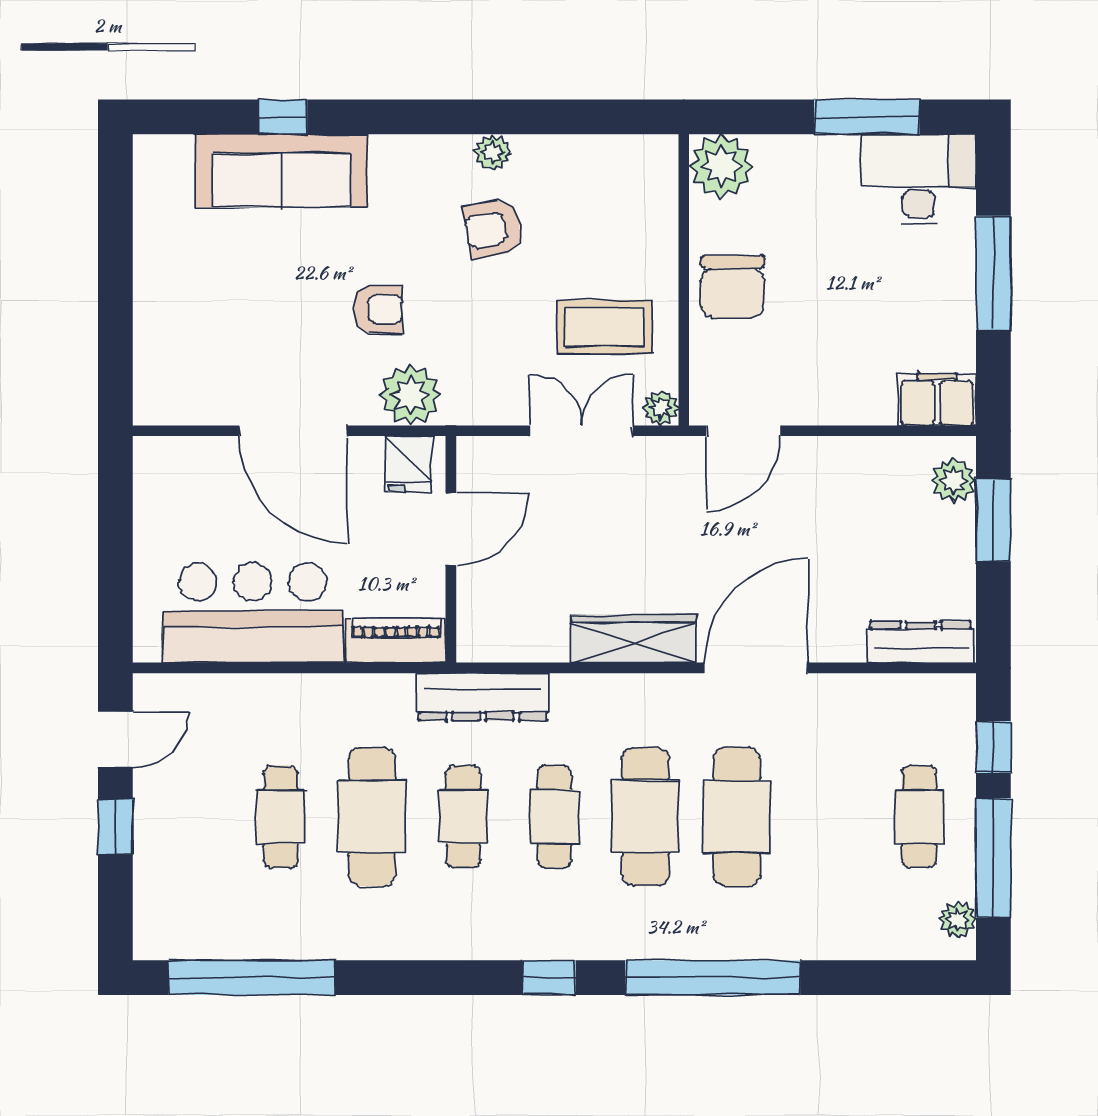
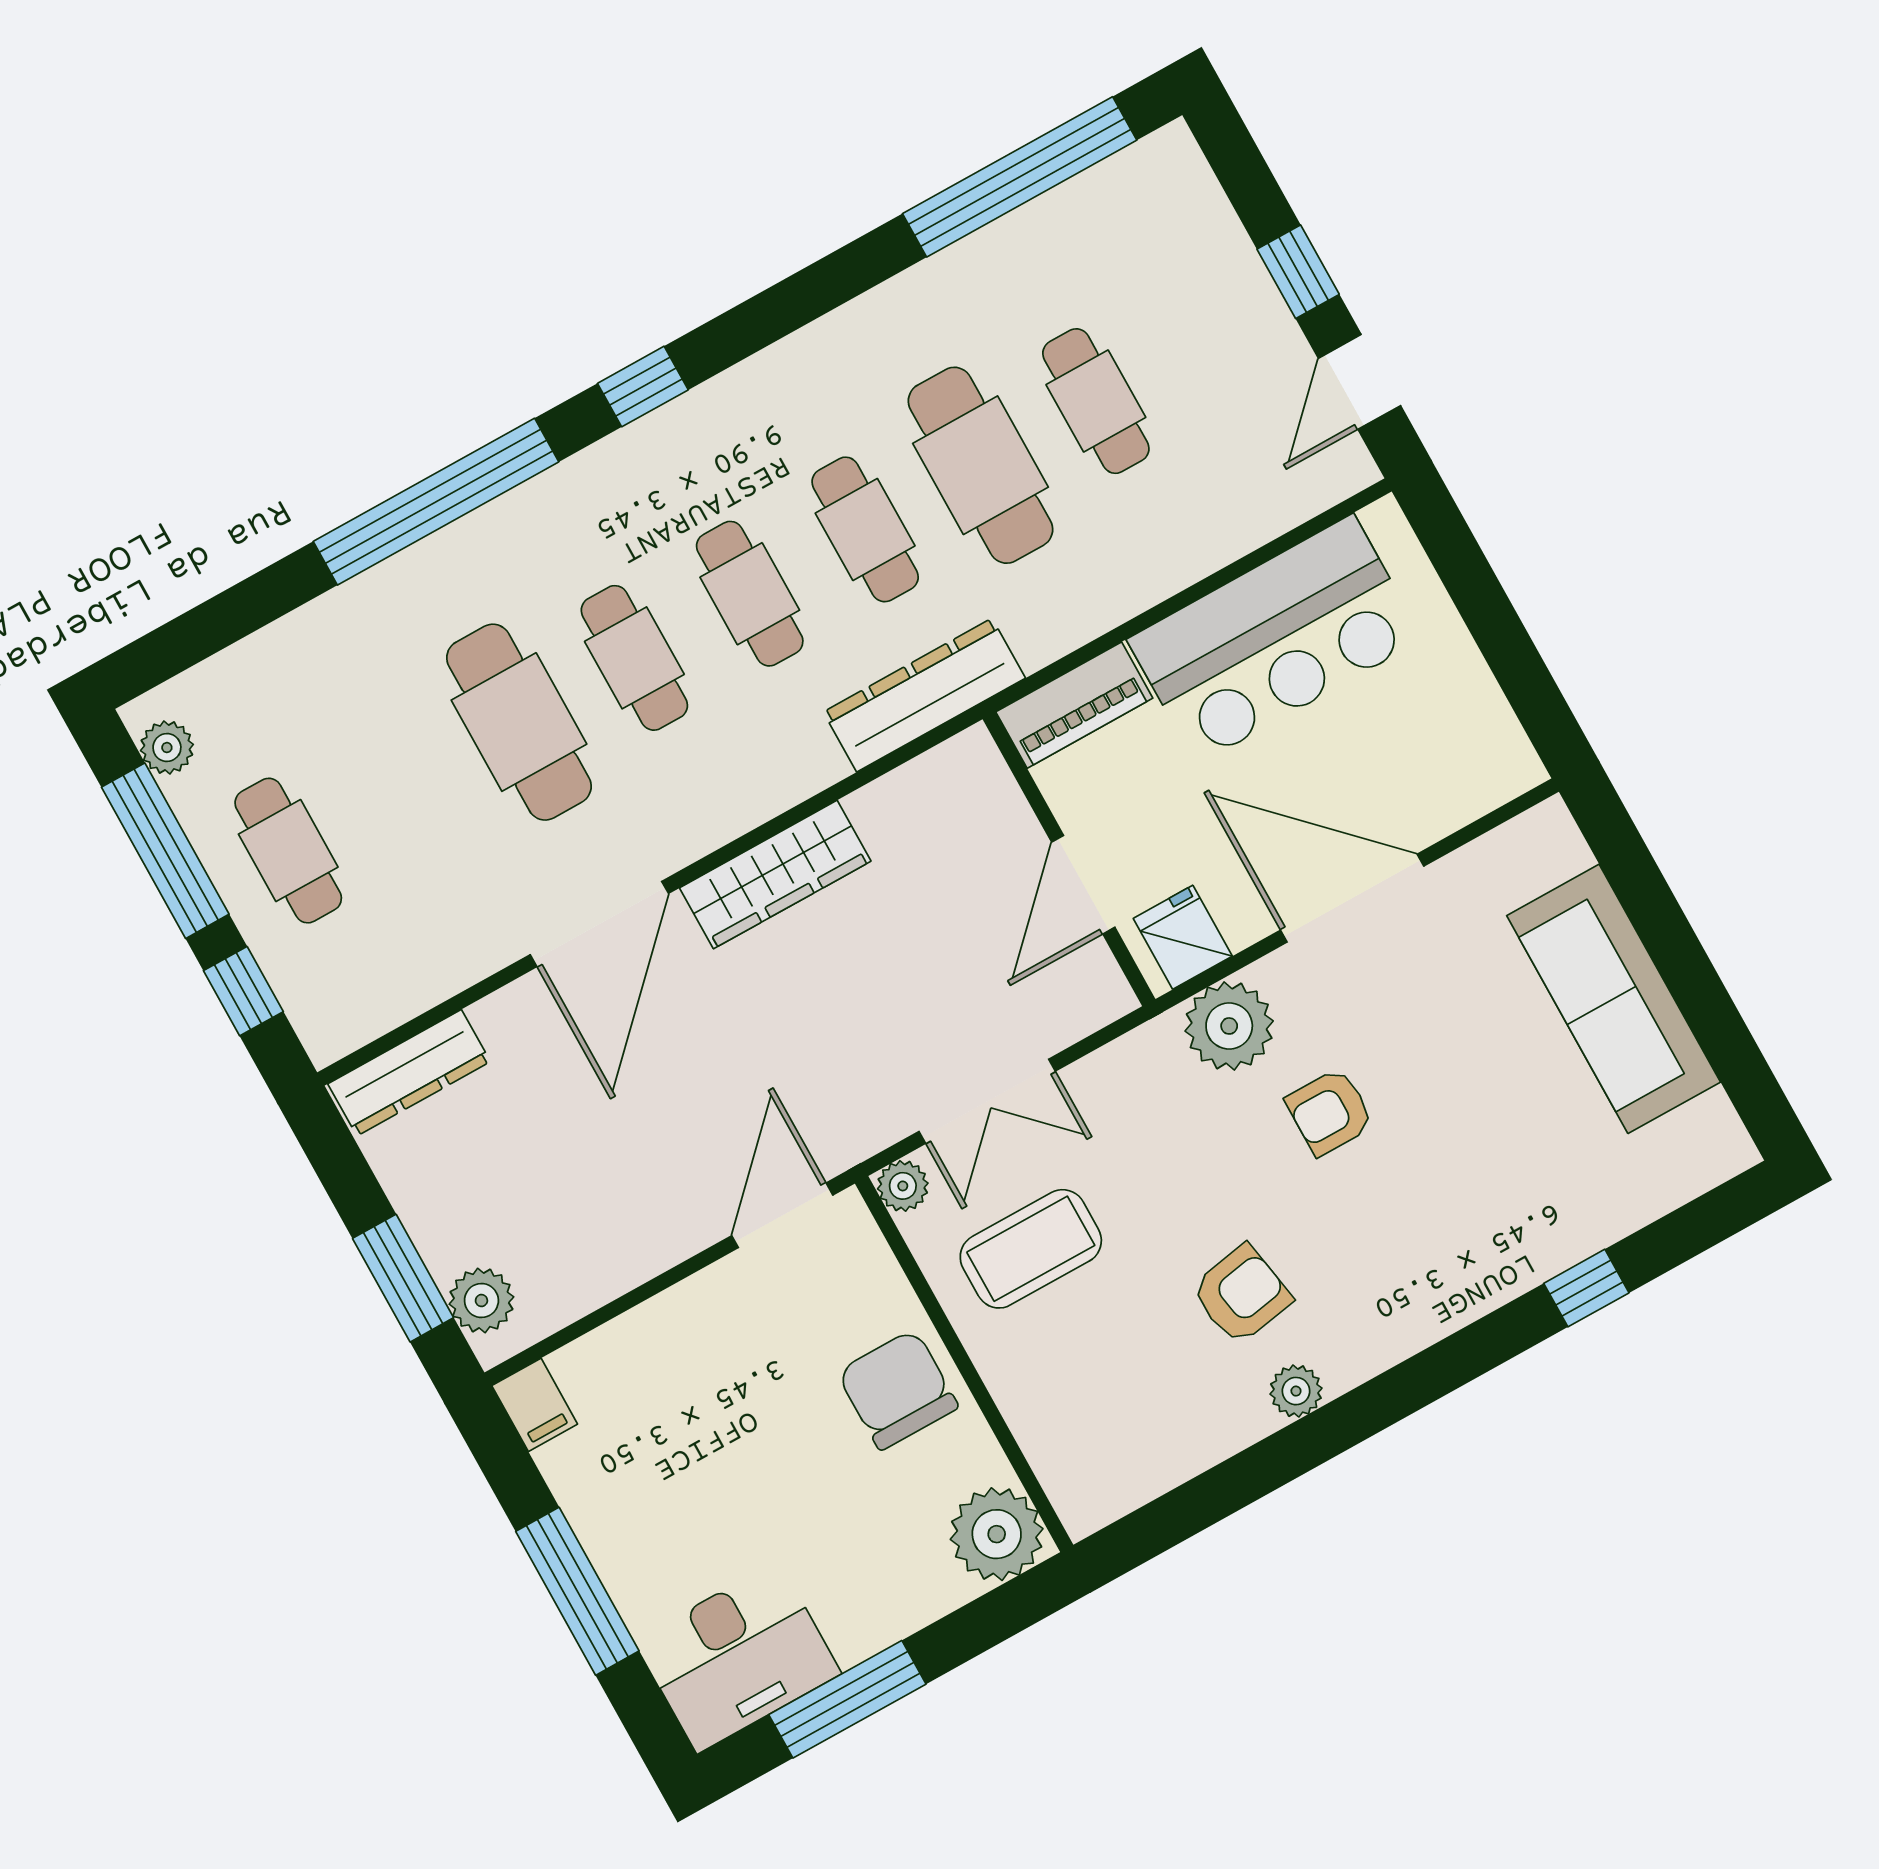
sofa: (281, 171) -> (1614, 999), moved, turned -90
filing cabinet: (937, 400) -> (535, 1405), width x0.50
cafe table: (646, 817) -> (634, 658), width x0.73, depth x0.74

